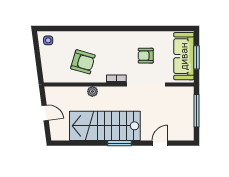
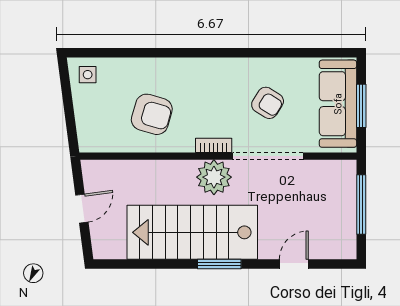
armchair: (146, 56) -> (268, 103), turned -148
plant: (92, 91) -> (214, 177), moved, width x1.87, depth x1.87
door: (45, 113) -> (82, 209), hinge flipped

